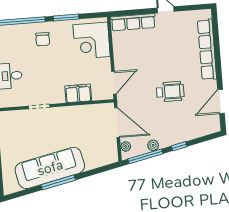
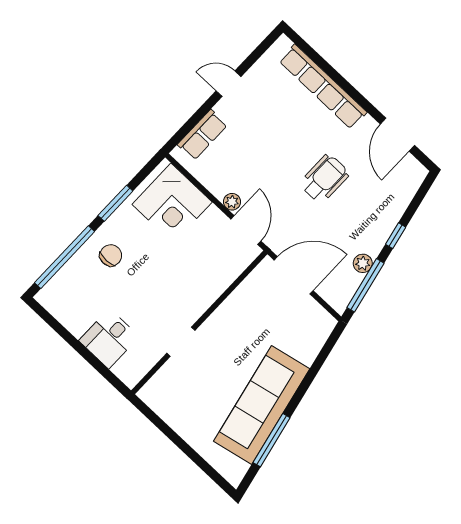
row of seats: (133, 22) -> (202, 135), width x0.68
chair: (43, 39) -> (111, 255), turned -90
filing cabinet: (78, 93) -> (214, 283), removed
plant: (126, 146) -> (232, 202), moved
window: (58, 182) -> (272, 440), moved

